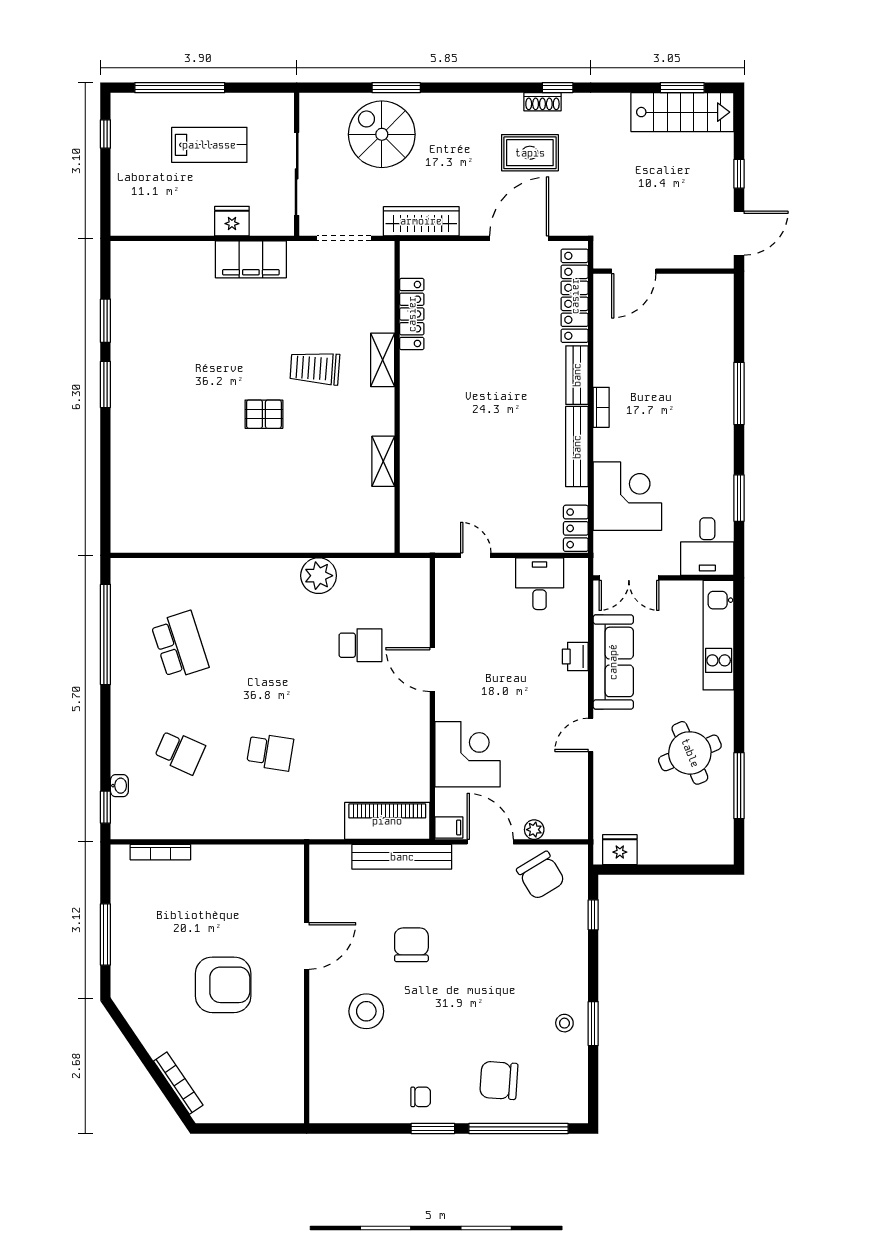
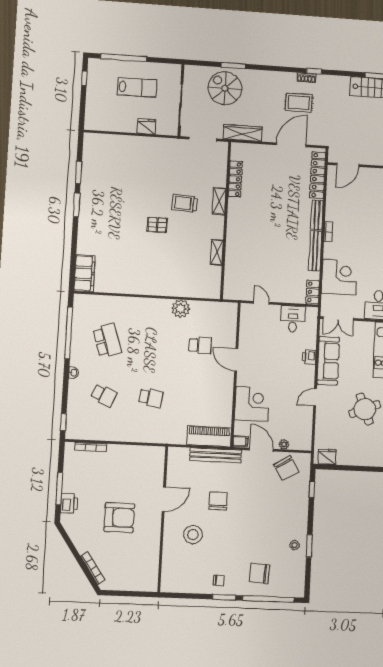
filing cabinet: (251, 259) -> (85, 273), moved, turned -90
washbasin: (119, 786) -> (74, 373), moved
printer: (126, 962) -> (69, 503), added

